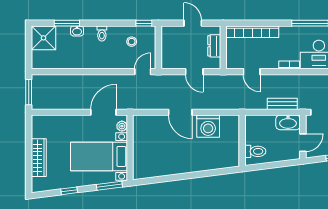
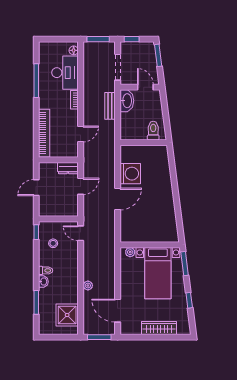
washbasin: (77, 31) -> (43, 282), moved
shower: (43, 38) -> (67, 315), moved
dresser: (214, 46) -> (68, 168), moved
plant: (85, 80) -> (88, 286), added
door: (103, 112) -> (118, 311), moved

